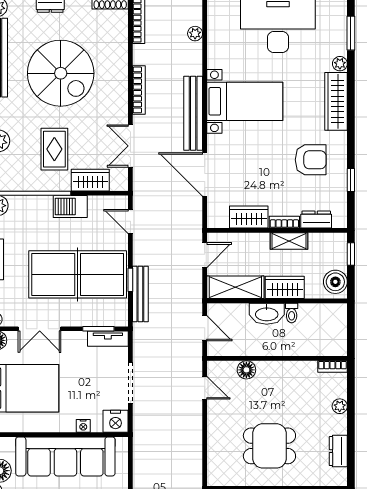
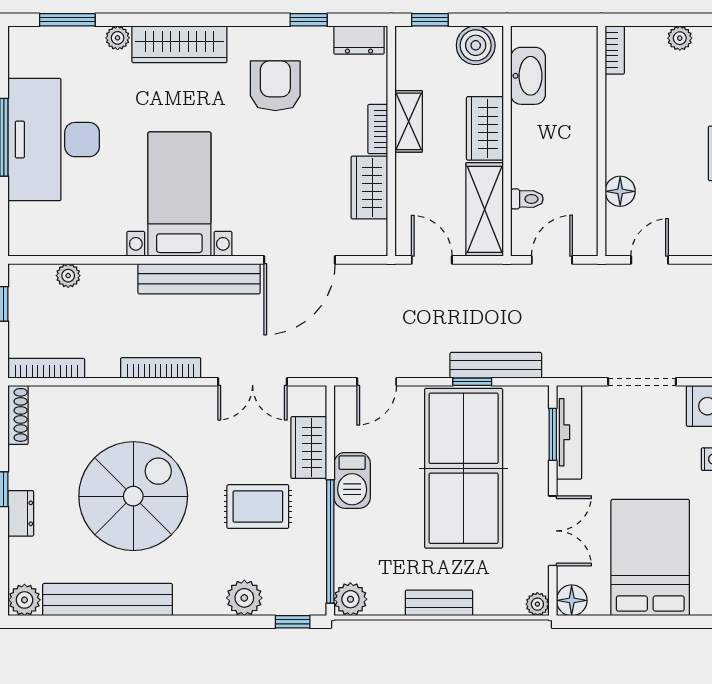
dresser: (316, 220) -> (359, 40), moved, turned -90
toilet: (292, 313) -> (527, 199), moved
washbasin: (267, 314) -> (528, 76), moved
tv unit: (108, 339) -> (569, 432), width x1.41

